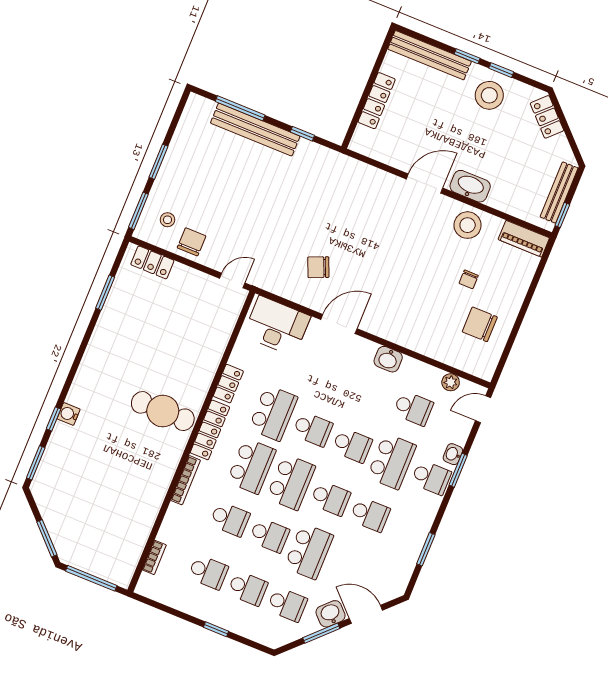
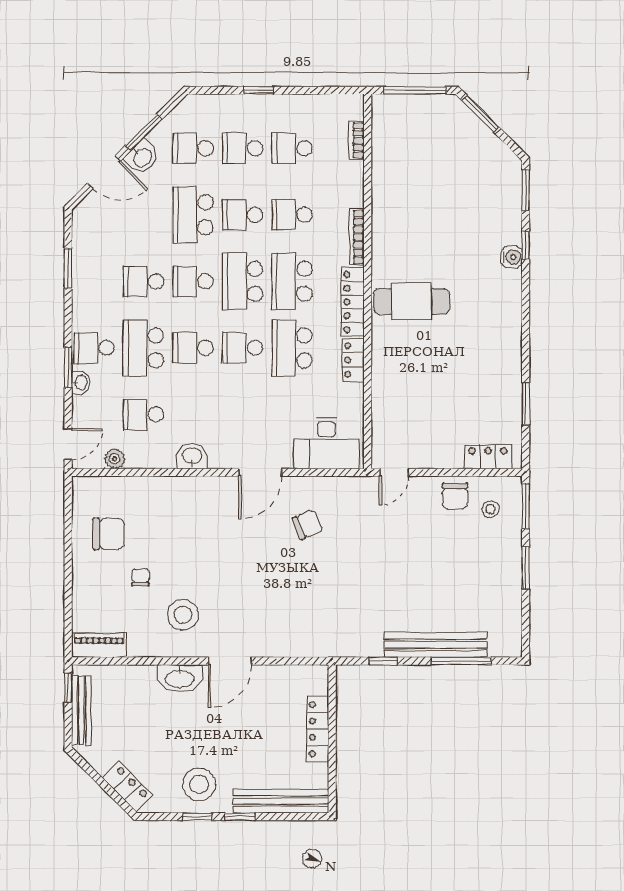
stool: (468, 225) -> (183, 615), moved

